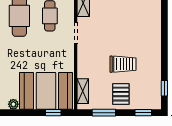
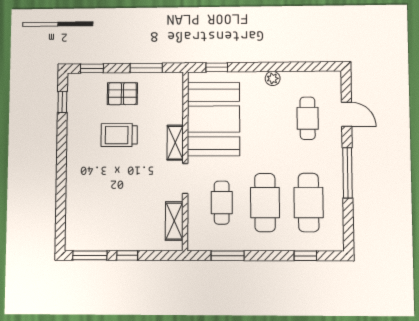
booth: (46, 91) -> (213, 119), moved, turned 90
shelving: (83, 91) -> (175, 143), moved
pallet: (121, 94) -> (122, 94), turned 90

